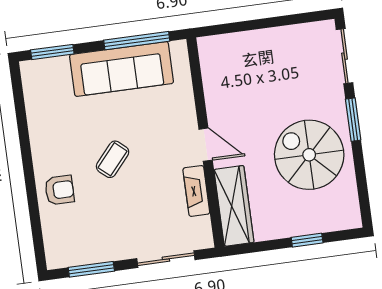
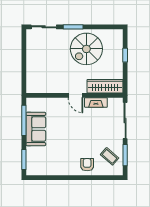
sofa: (122, 69) -> (36, 129), width x0.73
door: (206, 145) -> (75, 95), swing flipped
coffee table: (113, 159) -> (110, 156), moved
sliding door: (166, 259) -> (125, 121), width x1.37

